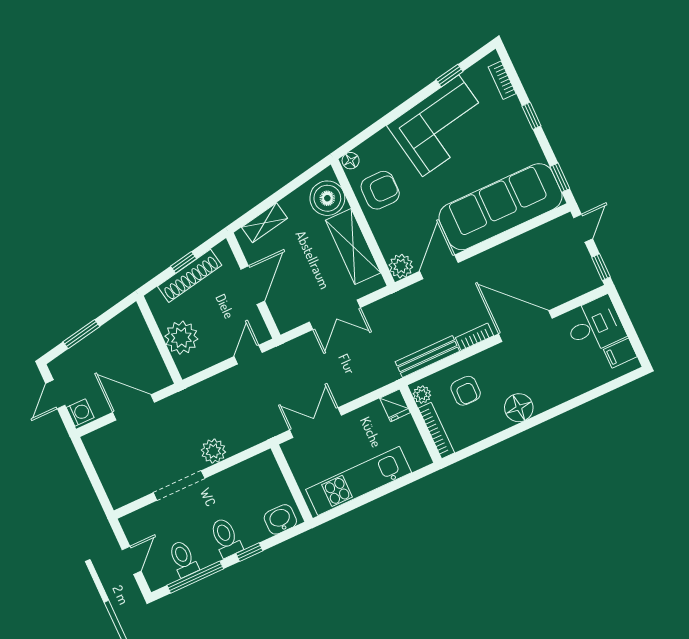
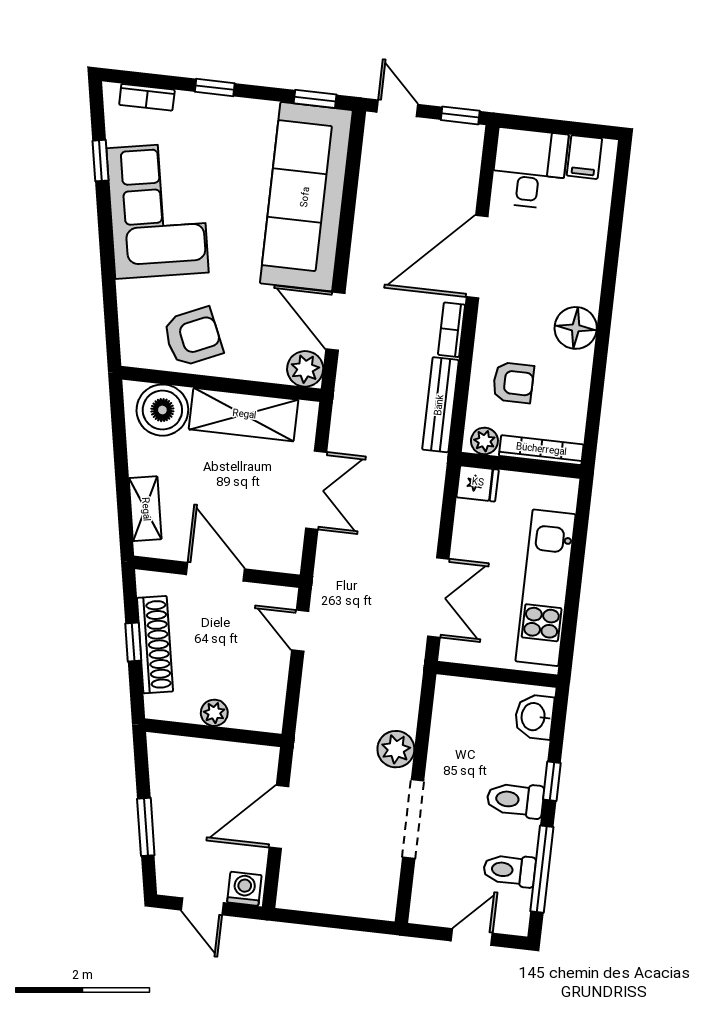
floor lamp: (351, 161) -> (133, 352), removed
armchair: (380, 190) -> (193, 337), turned 66
plant: (181, 338) -> (214, 713), width x0.53, depth x0.53
double door: (316, 423) -> (438, 598), swing flipped
door: (132, 560) -> (472, 937), hinge flipped

